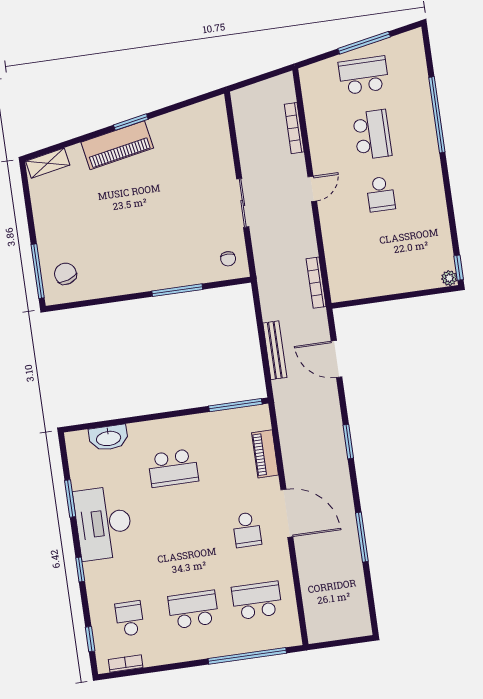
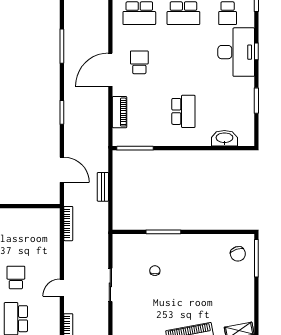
chair: (228, 259) -> (155, 271), moved
bench: (275, 350) -> (103, 187), width x0.73
school desk: (173, 468) -> (183, 111), turned 90
door: (287, 513) -> (110, 70), hinge flipped
desk: (103, 523) -> (236, 52), moved

